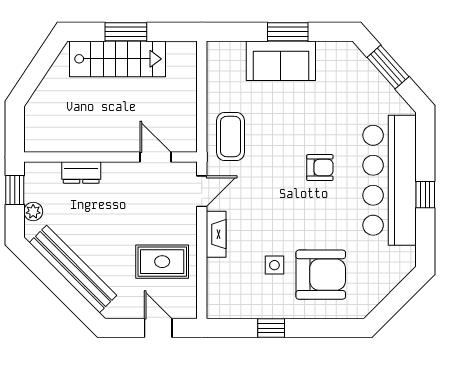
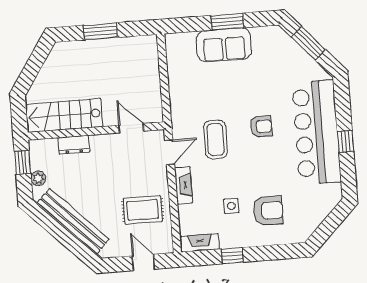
stairs: (117, 59) -> (64, 115), moved, turned 180
coffee table: (231, 137) -> (216, 140), moved
armchair: (321, 275) -> (268, 211), width x0.73, depth x0.73
fireplace: (231, 309) -> (200, 243), added

